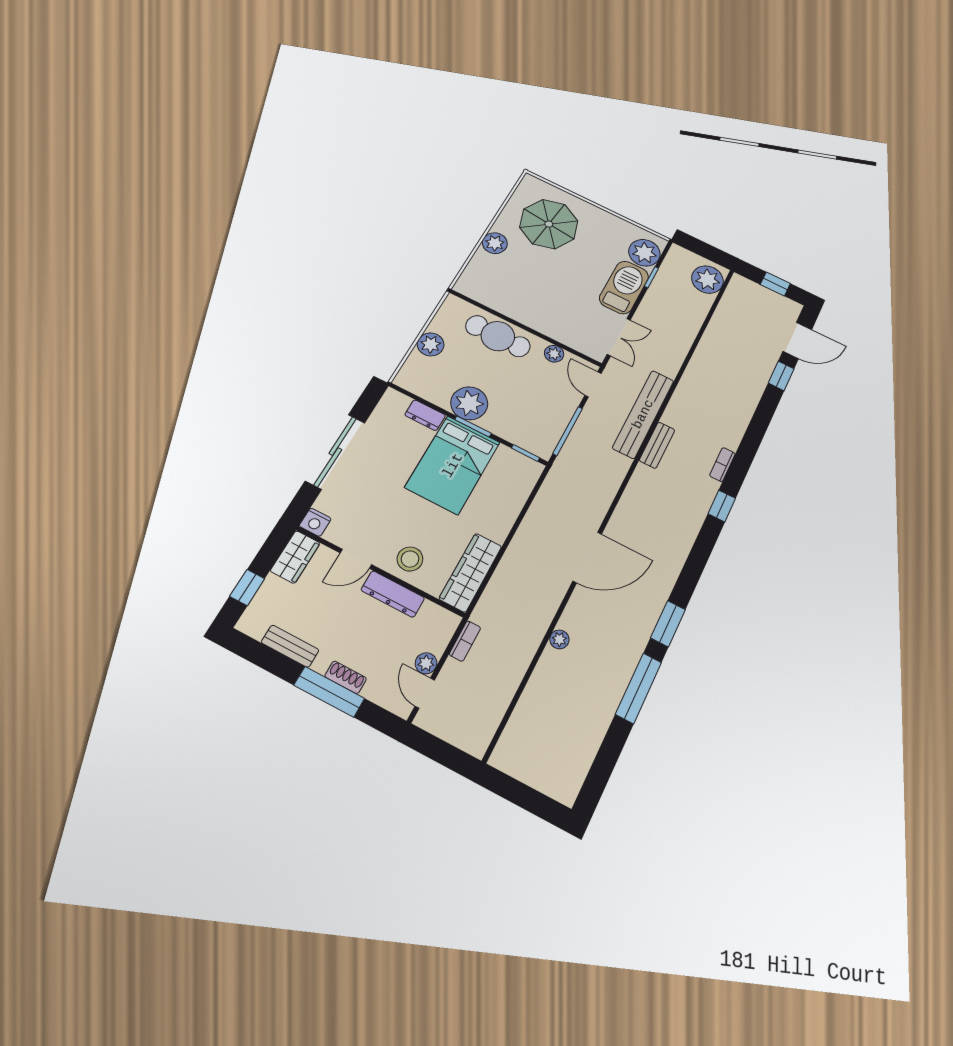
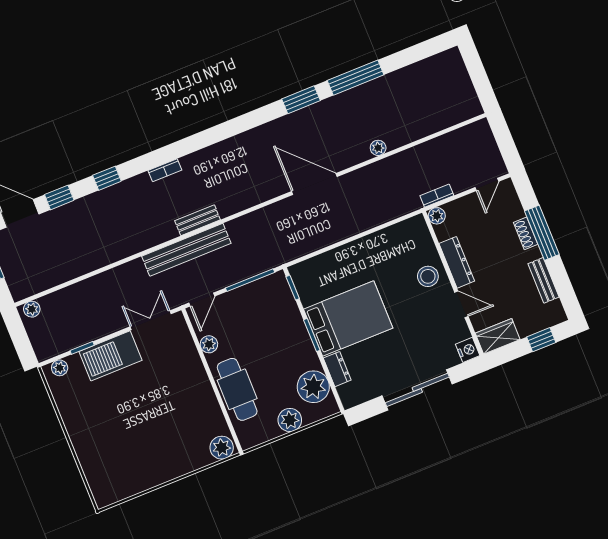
parasol: (549, 224) -> (120, 452), removed
plant: (495, 243) -> (222, 448), moved
plant: (644, 253) -> (60, 368), width x0.53, depth x0.53
plant: (707, 280) -> (32, 309), width x0.53, depth x0.53
plant: (469, 403) -> (313, 387), moved
window: (722, 506) -> (107, 178), moved
wardrobe: (471, 572) -> (397, 236), removed
plant: (426, 663) -> (437, 216), moved

